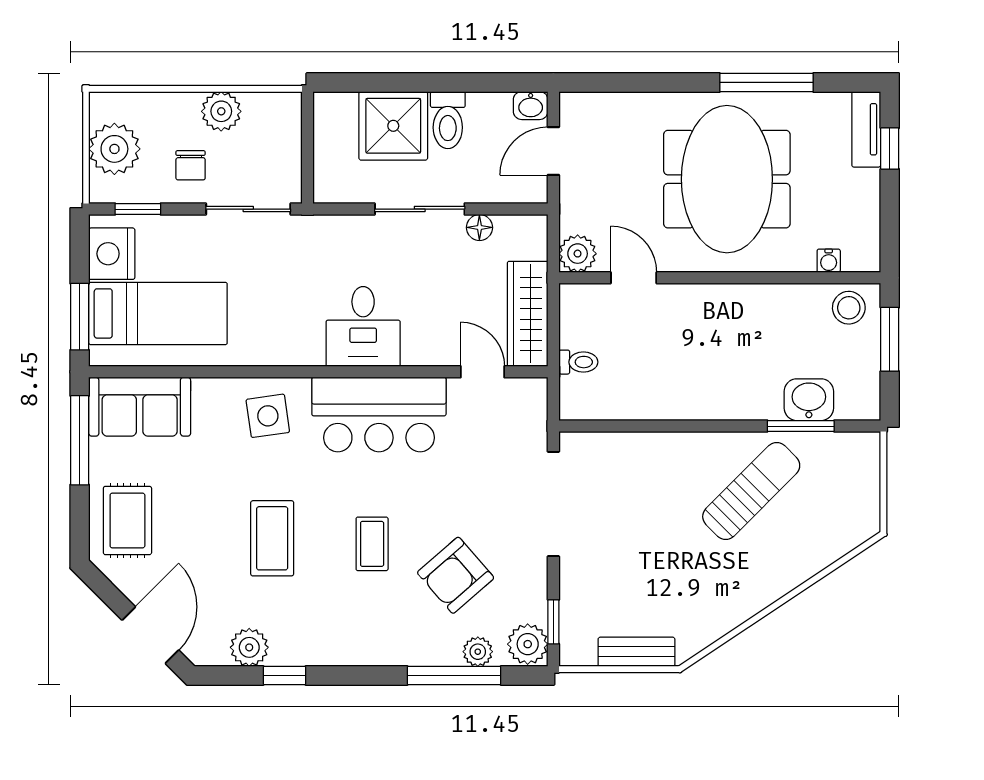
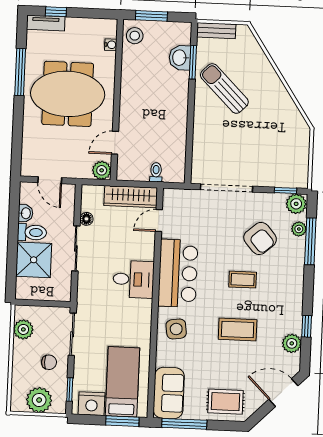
washbasin: (531, 106) -> (25, 213), moved
plant: (221, 111) -> (23, 329), moved
bench: (636, 652) -> (216, 31), moved, turned 90

